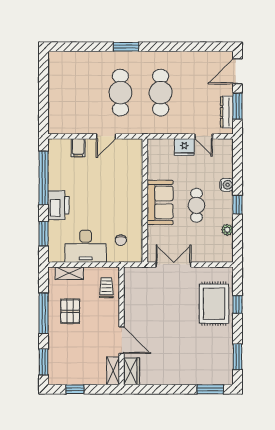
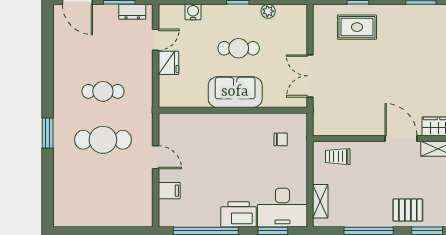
cafe table: (161, 93) -> (103, 91), width x0.73, depth x0.74
dresser: (227, 112) -> (132, 12), width x0.70
water cooler: (227, 185) -> (193, 12), moved
desk: (86, 246) -> (282, 208), moved, turned 90
rug: (214, 304) -> (357, 27), width x0.73, depth x0.70
pallet: (70, 311) -> (408, 210), moved
door: (122, 340) -> (401, 138), hinge flipped

